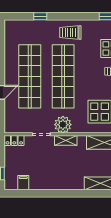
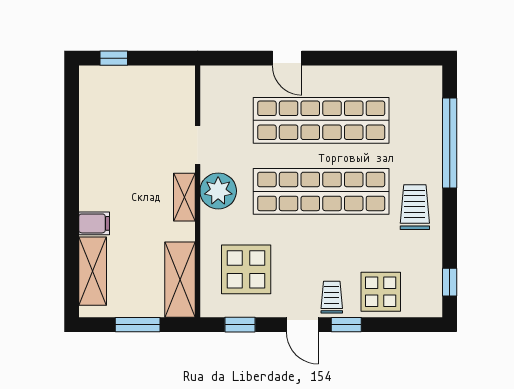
window: (40, 16) -> (450, 143), width x3.17
locker: (14, 141) -> (184, 87), removed
filing cabinet: (23, 183) -> (94, 223), moved

